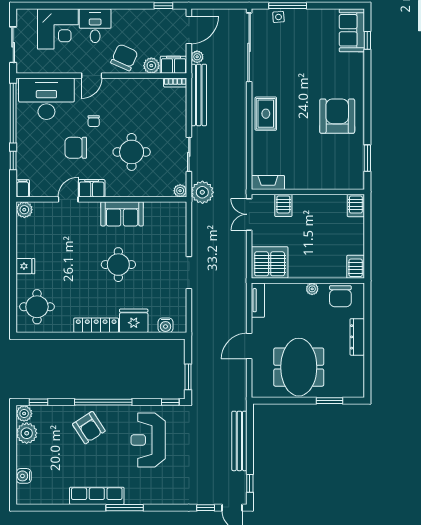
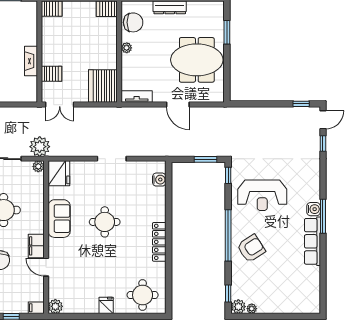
fireplace: (268, 182) -> (31, 61), moved
fridge: (134, 321) -> (59, 173), moved, turned 180
plant: (27, 433) -> (252, 309), width x0.53, depth x0.53
bench: (239, 441) -> (263, 113), removed
water cooler: (24, 476) -> (314, 209), moved, turned -90

